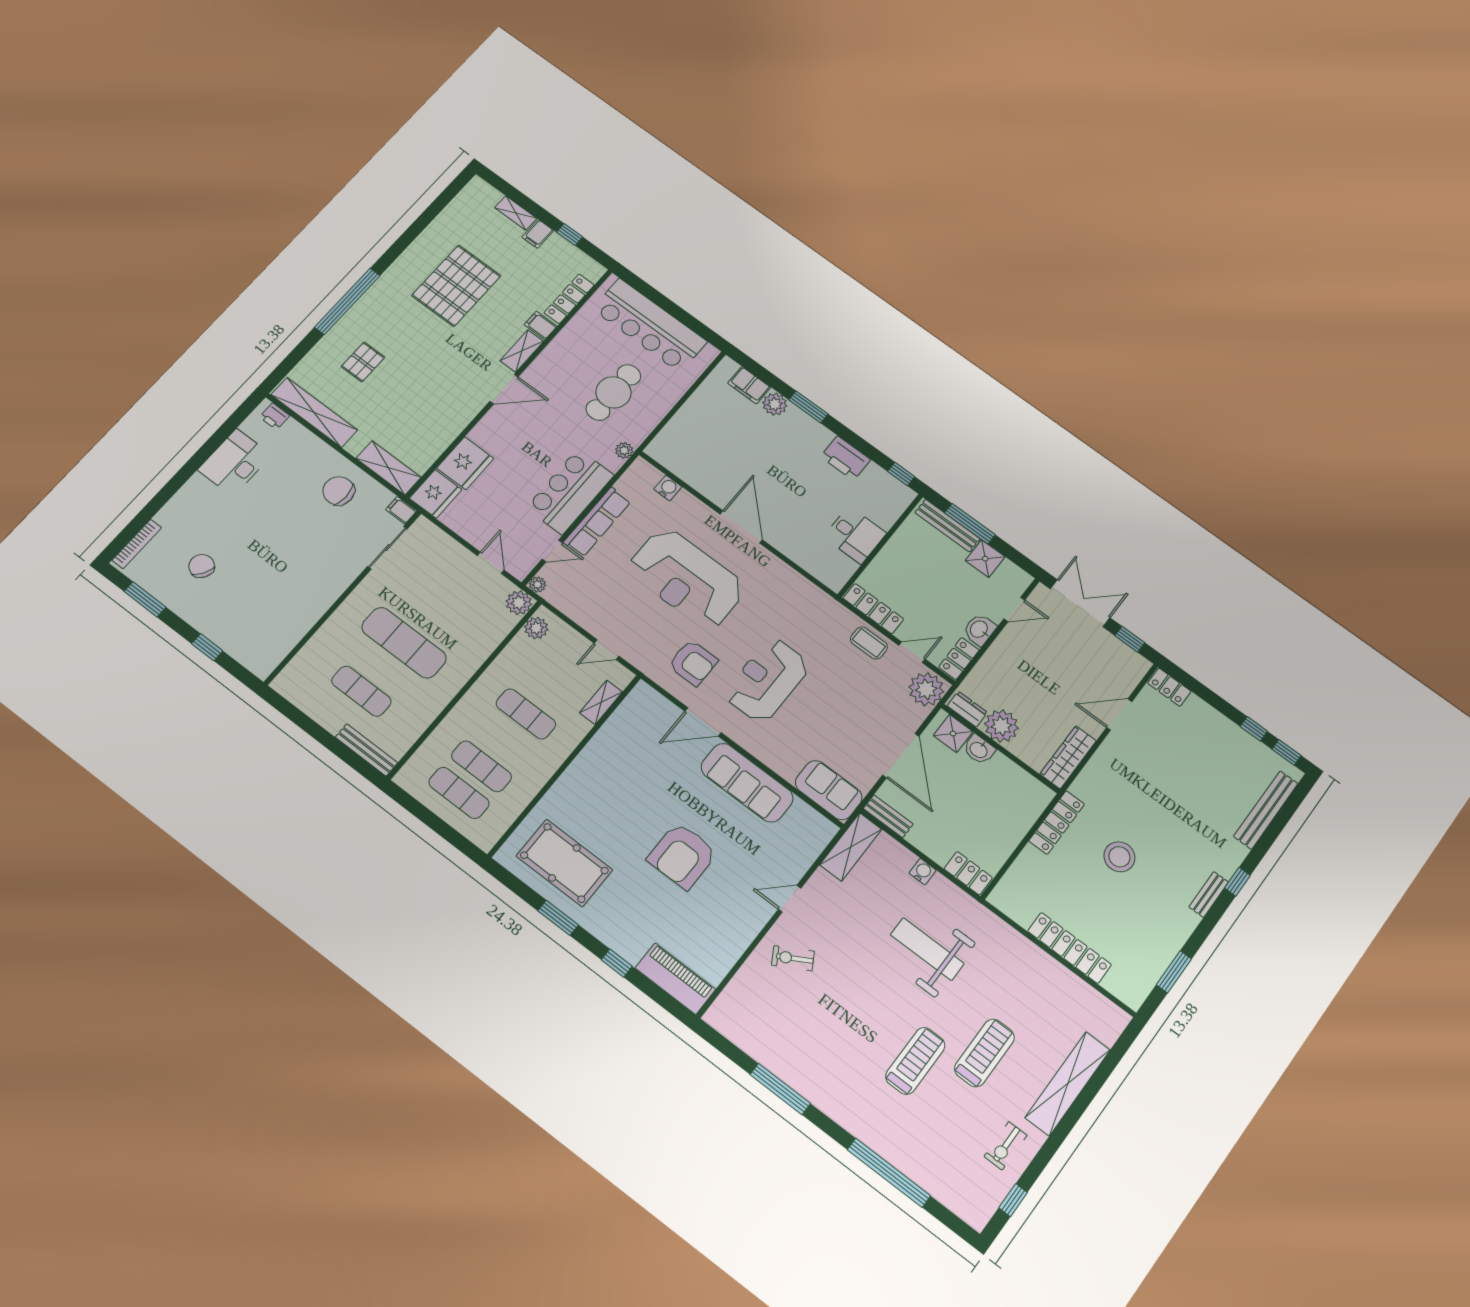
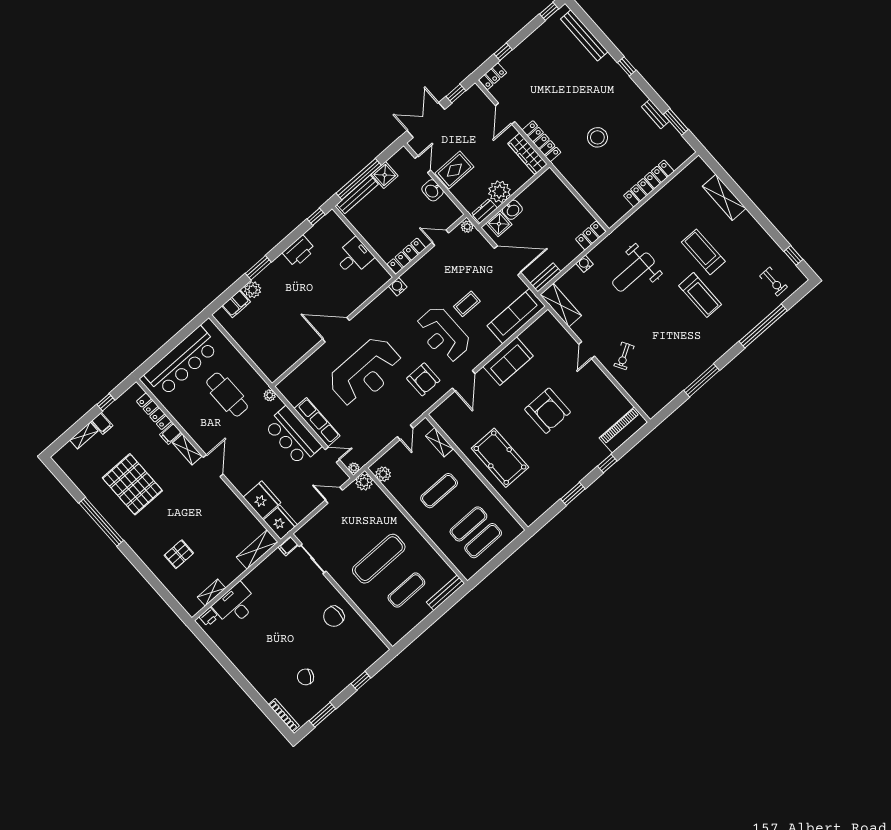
window: (347, 301) -> (101, 522), moved
pallet: (363, 362) -> (179, 554), turned 90
shelving: (314, 412) -> (211, 593), width x0.45, depth x0.75
desk: (235, 462) -> (235, 605), moved, turned 90
water cooler: (668, 488) -> (398, 287), moved
chair: (339, 491) -> (334, 616), moved
window: (970, 524) -> (359, 179), width x1.46
door: (552, 551) -> (332, 455), hinge flipped
coffee table: (869, 643) -> (467, 304), moved
door: (912, 652) -> (440, 238), hinge flipped
rug: (1017, 656) -> (454, 170), added
locker: (959, 659) -> (450, 208), removed
armchair: (693, 663) -> (423, 379), turned 90
plant: (926, 689) -> (467, 227), width x0.53, depth x0.53
window: (1254, 729) -> (503, 52), moved
sofa: (747, 783) -> (508, 361), width x0.73
sofa: (829, 790) -> (516, 316), width x1.36
locker: (1057, 822) -> (541, 141), moved
pool table: (564, 863) -> (500, 458), moved, turned 90
bench: (1209, 894) -> (655, 114), moved
treadmill: (915, 1061) -> (700, 295), turned 180
shelving: (1068, 1084) -> (724, 197), width x0.68
exercise bike: (1005, 1146) -> (773, 282), moved

